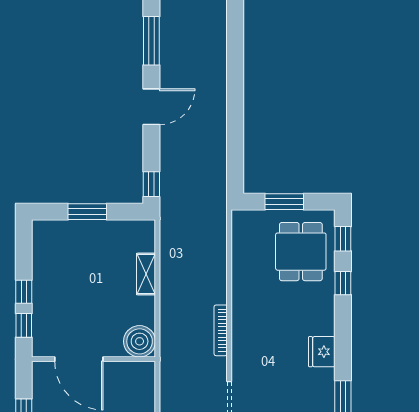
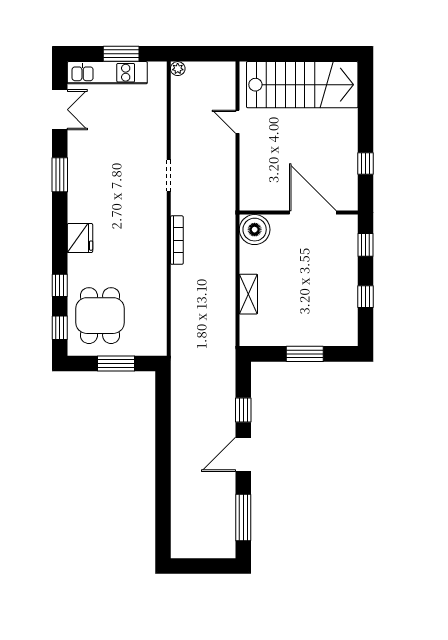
window: (151, 184) -> (243, 410), moved
window: (24, 292) -> (366, 297), moved
fridge: (322, 352) -> (80, 238), moved

